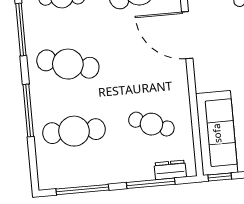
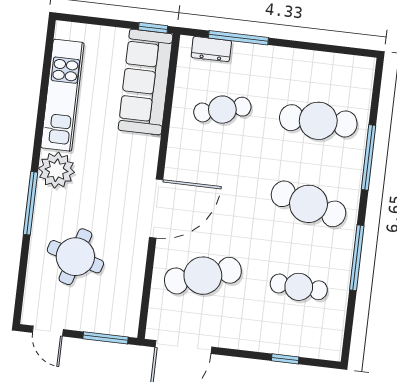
door: (187, 35) -> (156, 208), hinge flipped
cafe table: (151, 124) -> (222, 110), turned -36
window: (82, 190) -> (323, 48), removed

